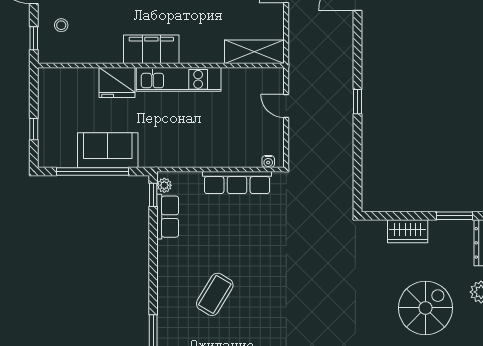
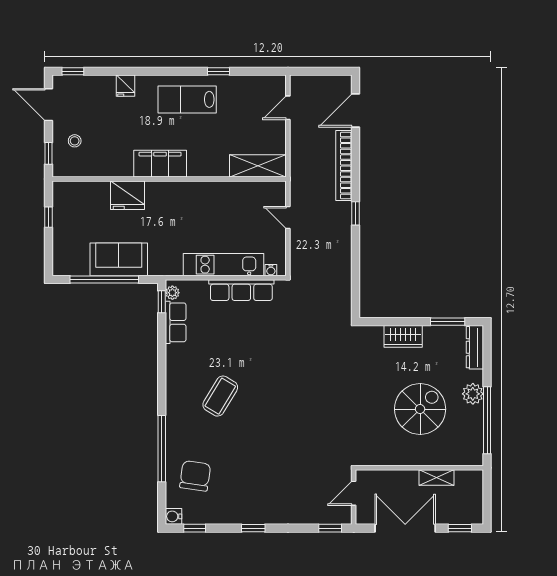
bookcase: (345, 51) -> (344, 166), added
kitchen unit: (179, 79) -> (224, 265), moved, turned 180
window: (34, 129) -> (48, 217), moved

